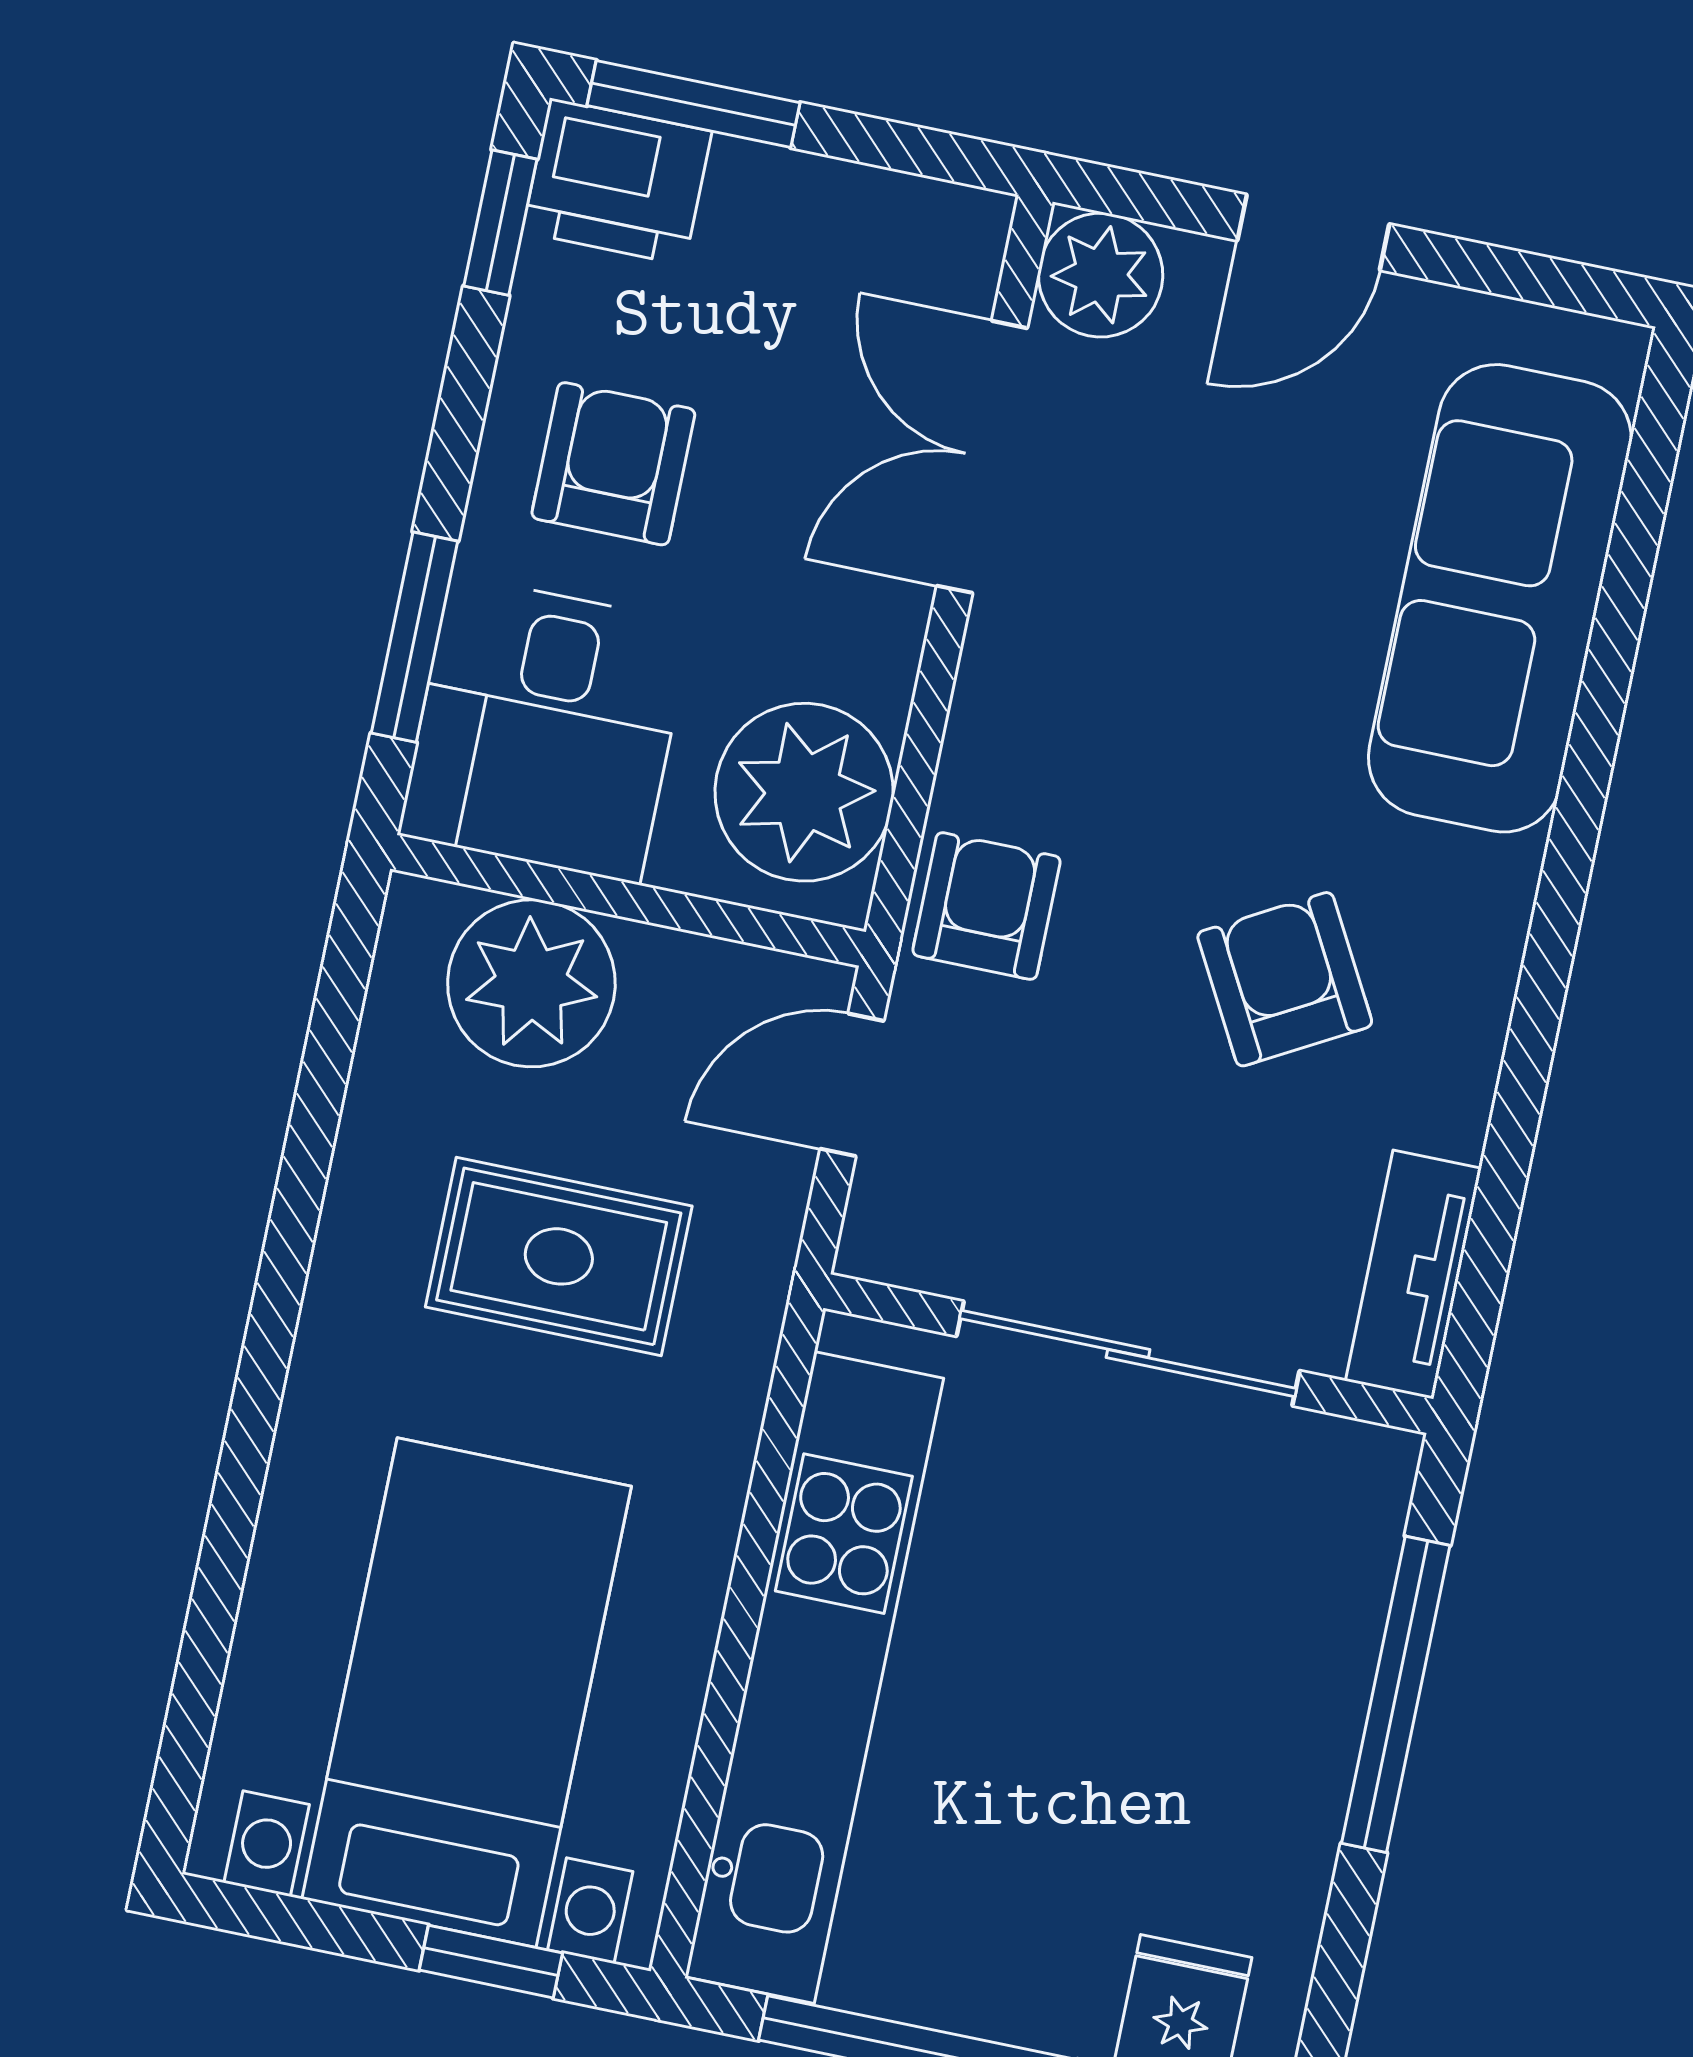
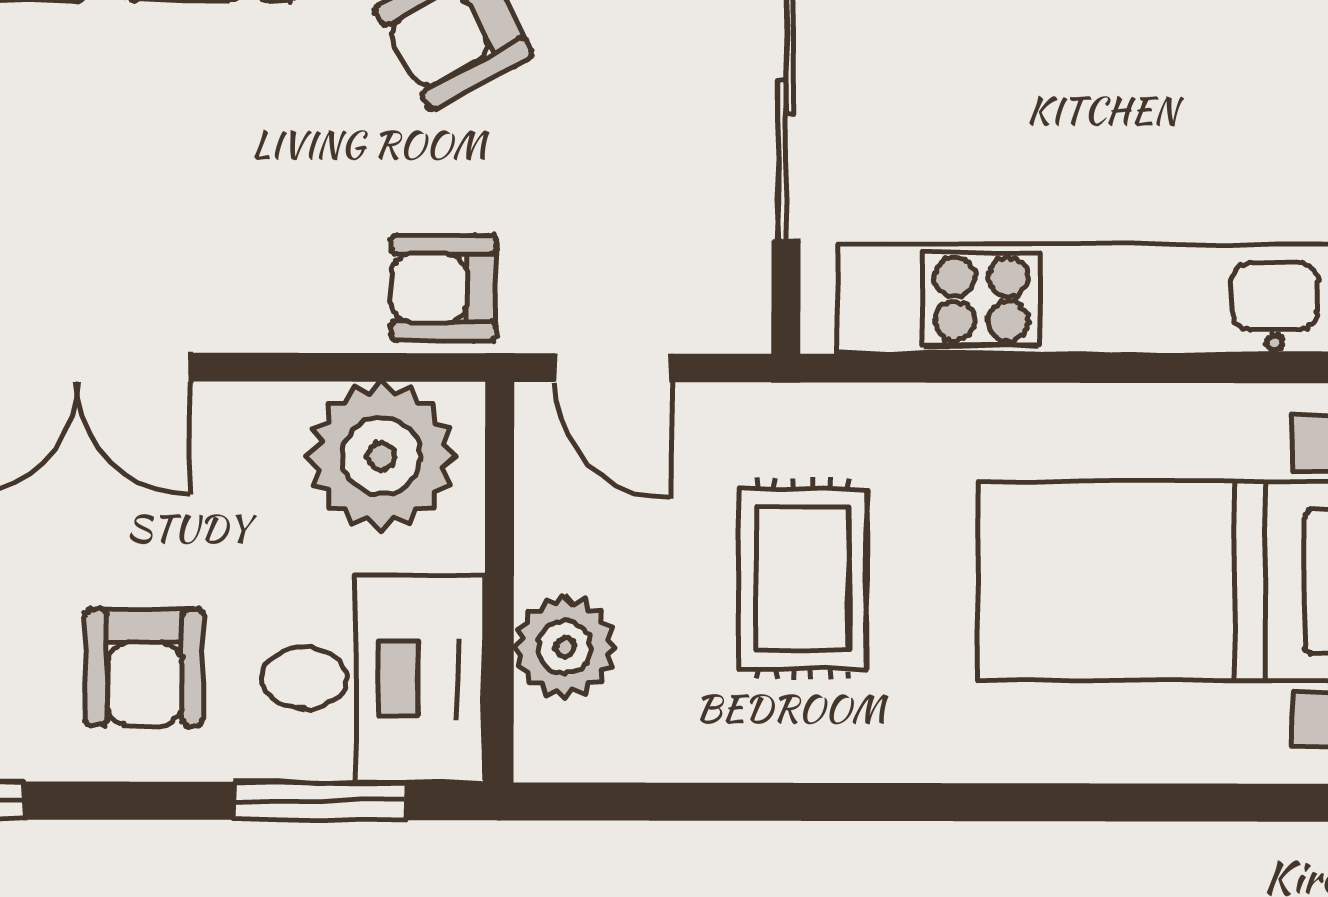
armchair: (613, 464) -> (144, 667), turned -90
plant: (531, 983) -> (565, 647), width x0.73, depth x0.73

